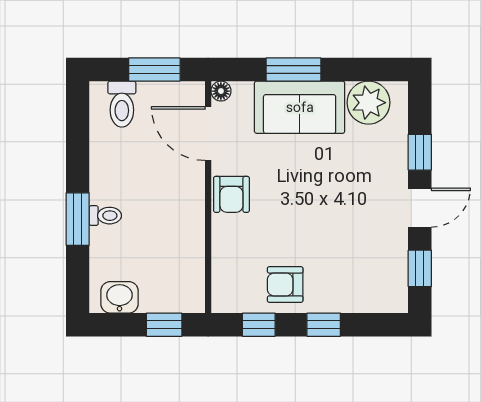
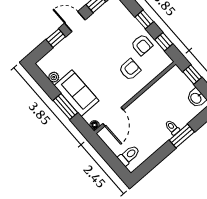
window: (154, 70) -> (107, 154), removed
plant: (368, 103) -> (54, 77), width x0.53, depth x0.53
armchair: (231, 194) -> (130, 70), moved

